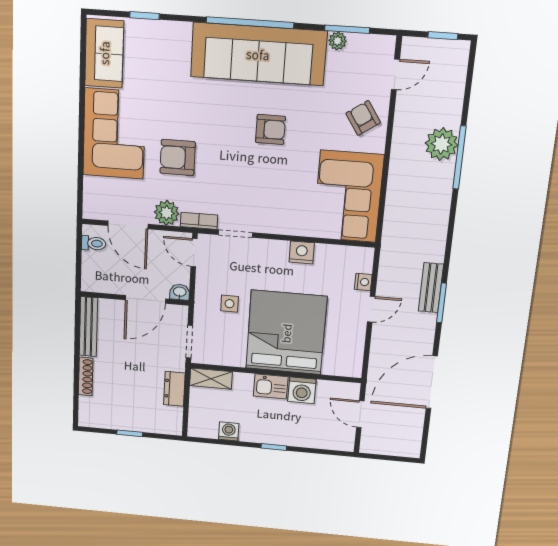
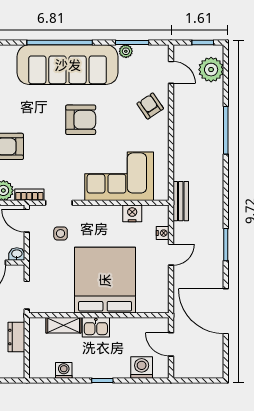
door: (395, 74) -> (171, 72), hinge flipped
armchair: (270, 129) -> (81, 120), width x1.38, depth x1.38
plant: (442, 144) -> (211, 70), moved
corner sofa: (348, 196) -> (119, 176), moved, turned 90
nightstand: (302, 252) -> (132, 213), moved
bench: (431, 288) -> (181, 201), moved
side table: (230, 304) -> (61, 233), moved
shelving: (211, 379) -> (64, 325), moved
door: (432, 382) -> (226, 311), hinge flipped
washing machine: (302, 390) -> (142, 368), moved, turned 180

